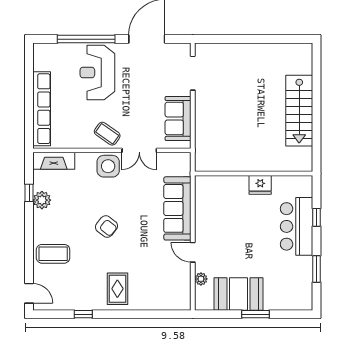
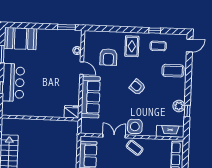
fridge: (260, 185) -> (72, 112), moved
armchair: (153, 271) -> (108, 57), added
coffee table: (77, 291) -> (158, 46), added
door: (29, 293) -> (190, 46), swing flipped
booth: (239, 294) -> (20, 39), moved
window: (256, 314) -> (66, 27), moved

